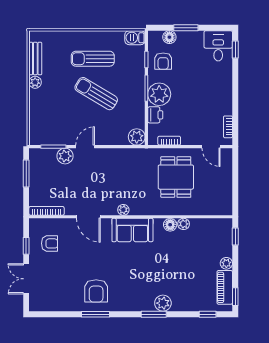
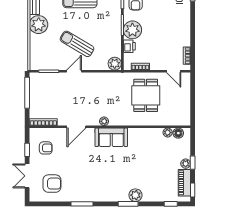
plant: (35, 82) -> (39, 25), width x1.88, depth x1.88
sun lounger: (96, 94) -> (77, 44), moved
plant: (65, 156) -> (58, 79), removed
window: (26, 174) -> (27, 93), width x1.44
door: (88, 217) -> (76, 127), hinge flipped
plant: (184, 224) -> (168, 133), moved
floor lamp: (170, 225) -> (178, 133), moved
window: (235, 237) -> (193, 163), moved
armchair: (96, 291) -> (52, 184), moved, turned -90

